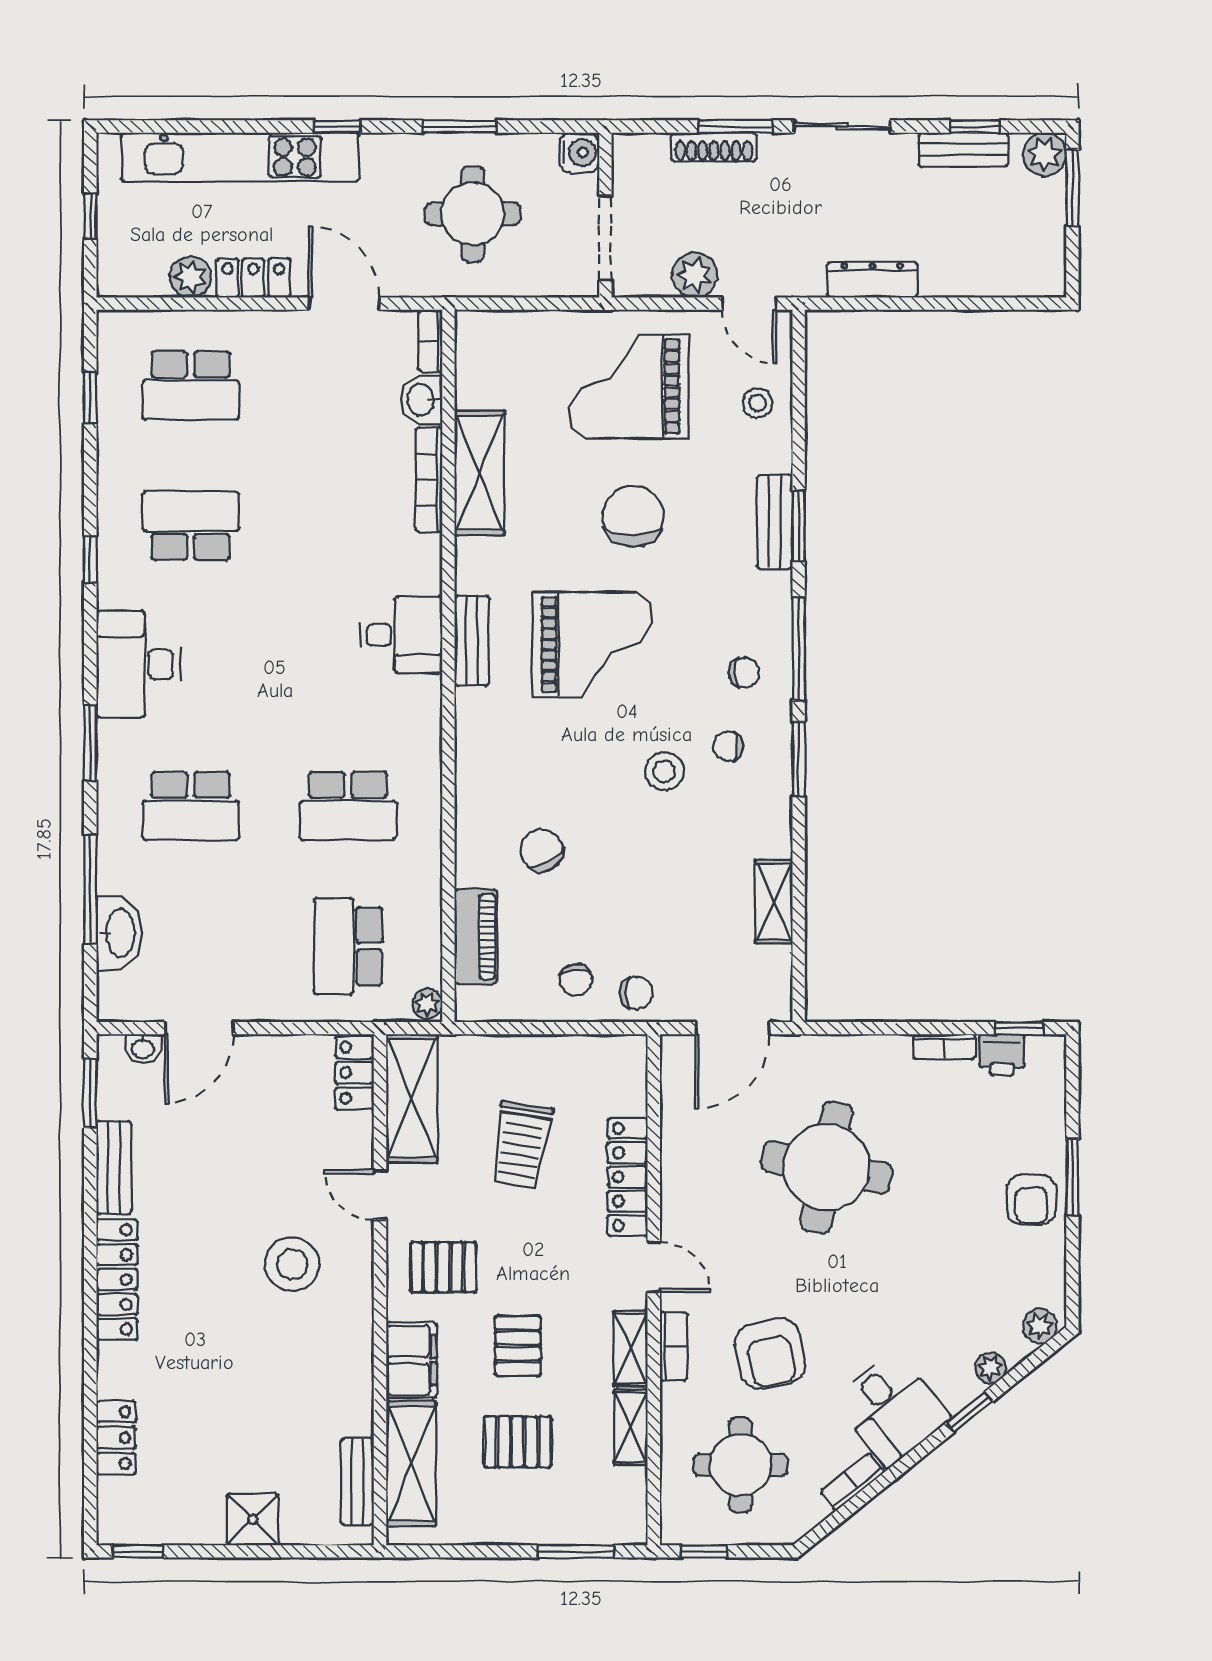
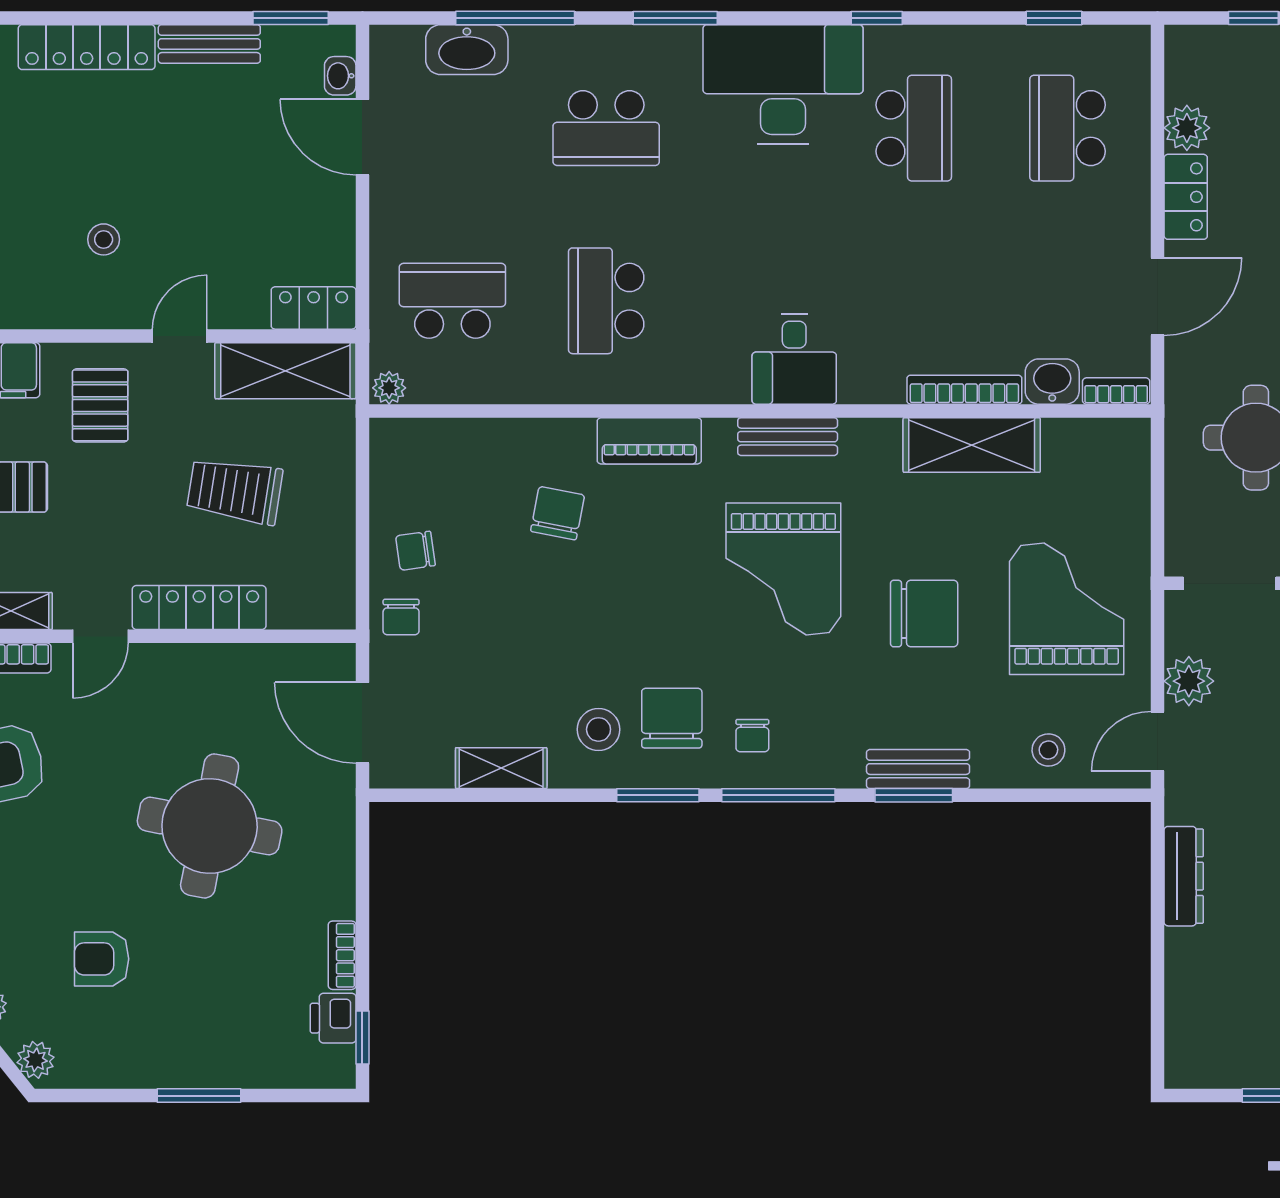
desk: (138, 664) -> (783, 84), width x1.36, depth x1.30
chair: (728, 746) -> (672, 718), width x1.87, depth x1.87
stool: (664, 771) -> (599, 729), moved
school desk: (191, 806) -> (606, 128), turned -90
chair: (542, 850) -> (558, 513), turned -48
piano: (476, 937) -> (649, 441), moved
armchair: (1031, 1200) -> (102, 959), moved
stool: (292, 1264) -> (104, 239), width x0.53, depth x0.53

